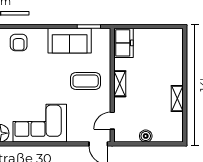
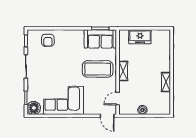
sofa: (70, 41) -> (100, 39), moved
freezer: (123, 43) -> (140, 37), moved, turned 90
coffee table: (86, 81) -> (98, 69), width x1.36, depth x1.32

